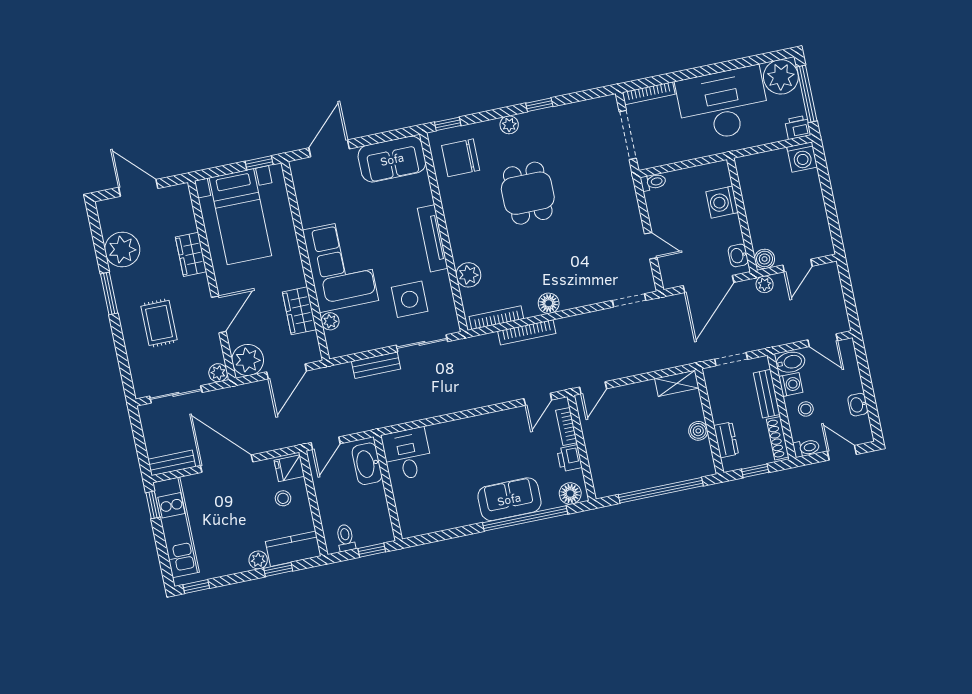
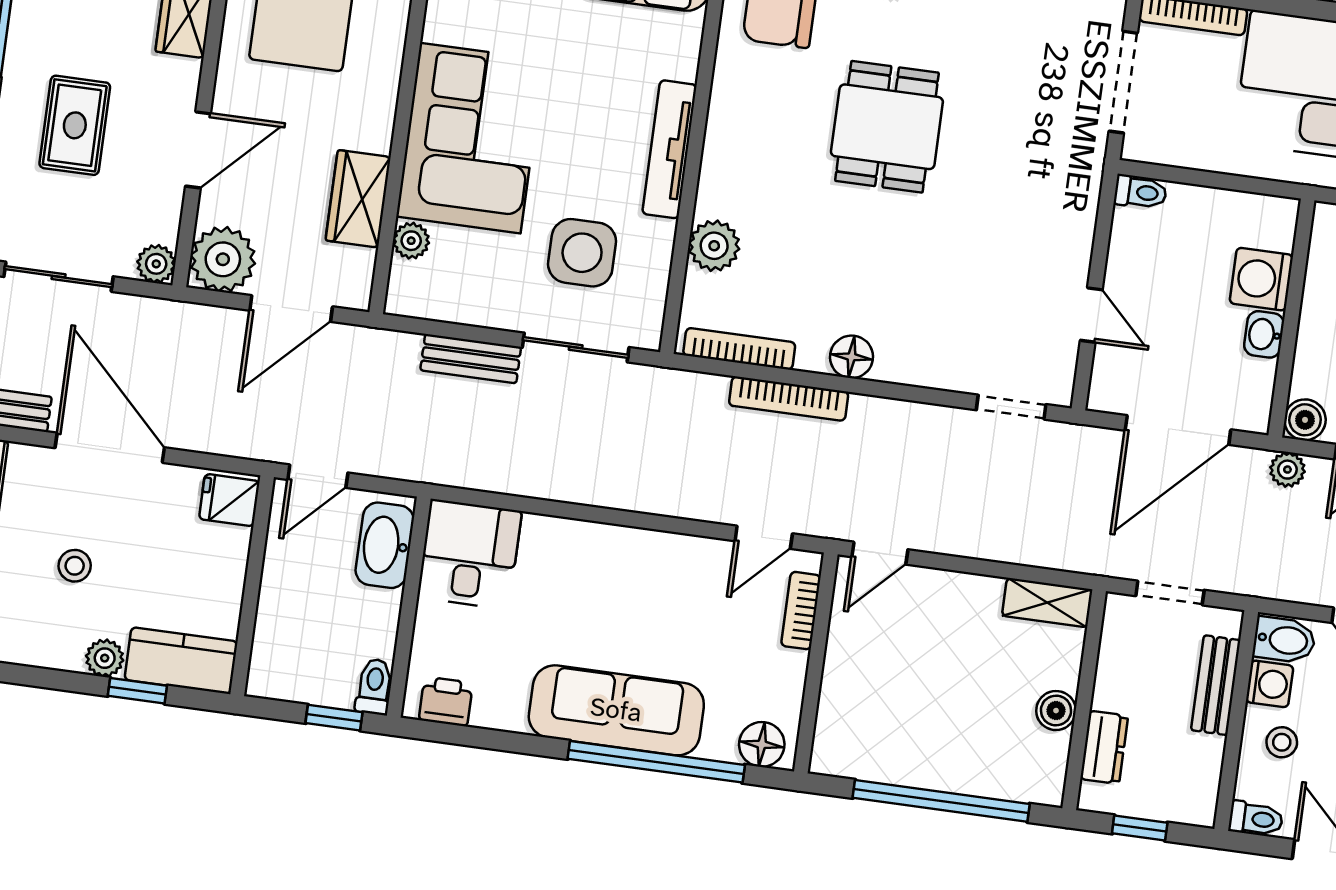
washbasin: (738, 255) -> (1264, 334), moved
shoe rack: (778, 438) -> (1206, 780), removed
printer: (569, 458) -> (446, 701), moved, turned 90
stool: (283, 498) -> (75, 566), moved
sofa: (509, 499) -> (616, 710), width x1.36
toilet: (346, 538) -> (374, 687), moved

